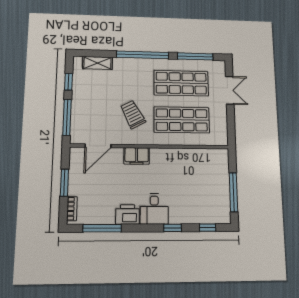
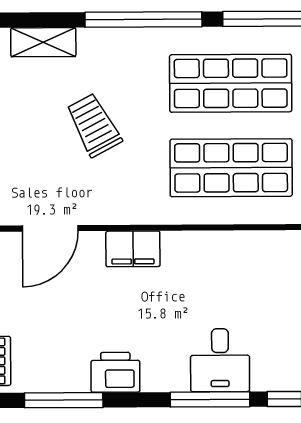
trolley: (133, 114) -> (94, 125), moved
desk: (154, 209) -> (220, 360), moved
window: (173, 228) -> (210, 399), width x2.17

